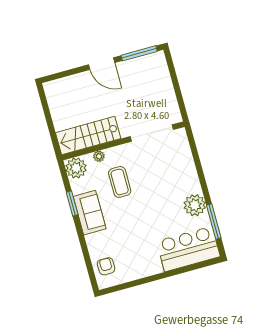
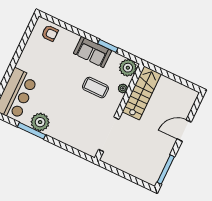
door: (102, 64) -> (184, 131), moved
window: (214, 221) -> (32, 131), moved

